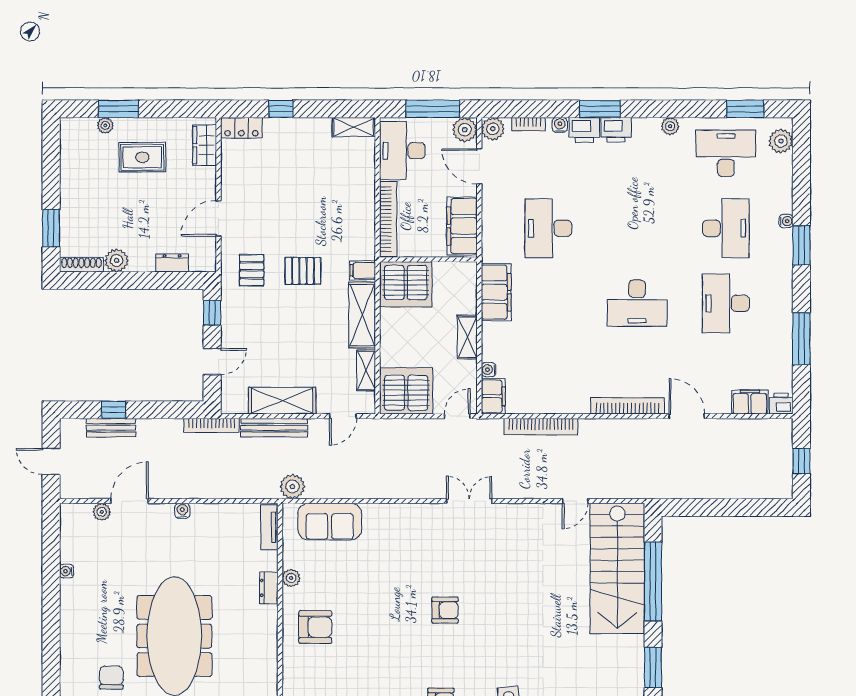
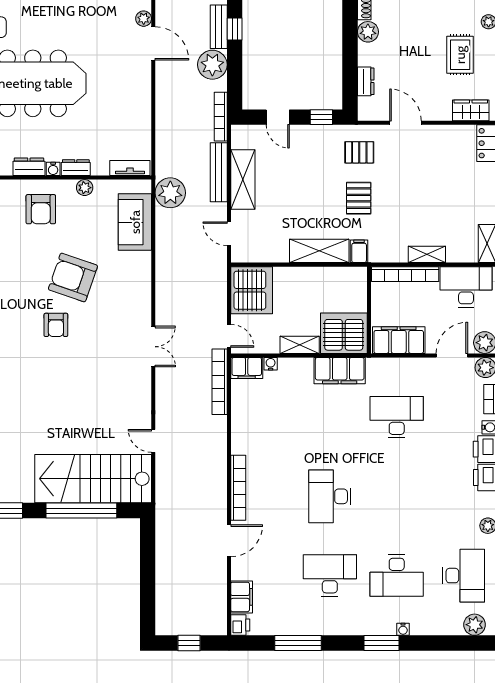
server rack: (406, 284) -> (344, 333), moved, turned 90
shelving: (366, 370) -> (427, 254), moved
bookcase: (541, 427) -> (220, 382), moved
plant: (153, 435) -> (212, 65), added
plant: (292, 486) -> (170, 193), width x1.36, depth x1.36
water cooler: (182, 511) -> (53, 169), moved, turned 90
armchair: (392, 591) -> (73, 277), added
dresser: (268, 640) -> (29, 167), added

